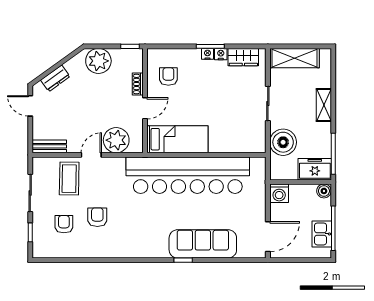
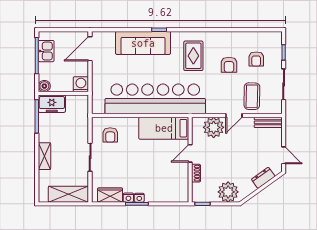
armchair: (168, 76) -> (110, 135), moved
boiler: (283, 142) -> (78, 126), removed
rug: (141, 228) -> (193, 56), added

